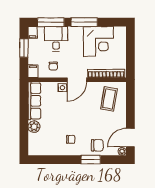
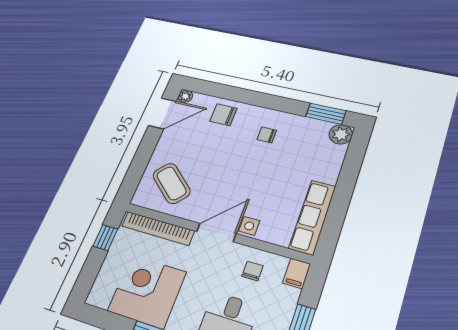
window: (130, 61) -> (105, 238), added
coffee table: (109, 99) -> (172, 183), turned -59
plant: (34, 127) -> (341, 134), moved
window: (91, 160) -> (326, 114), moved

